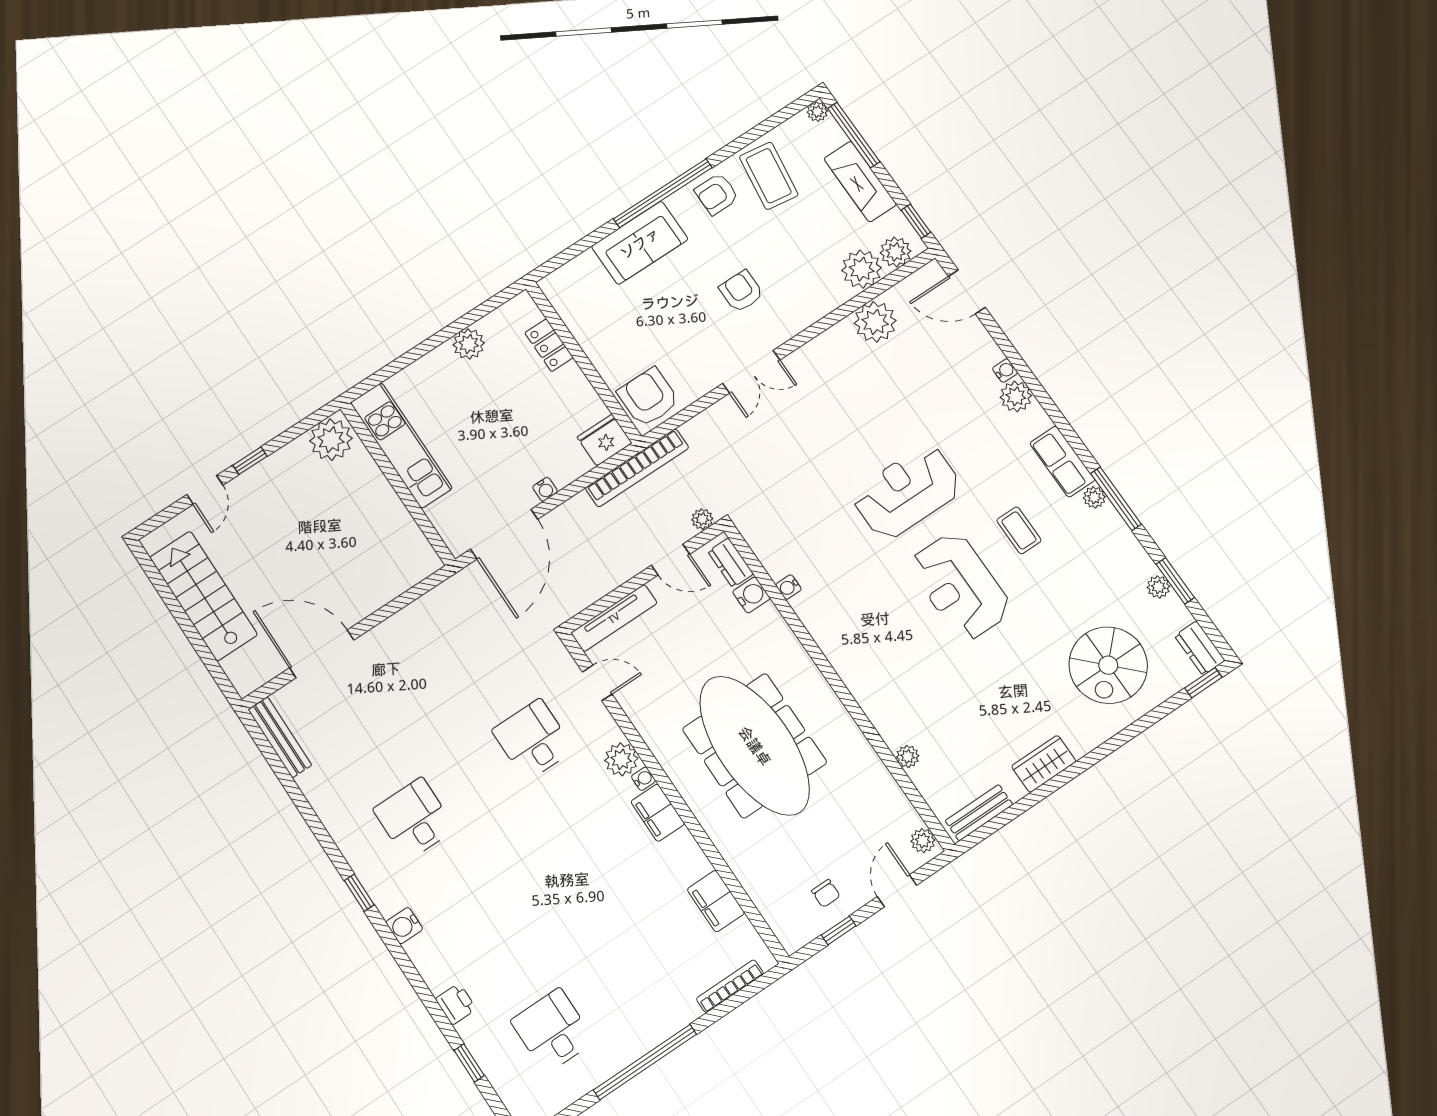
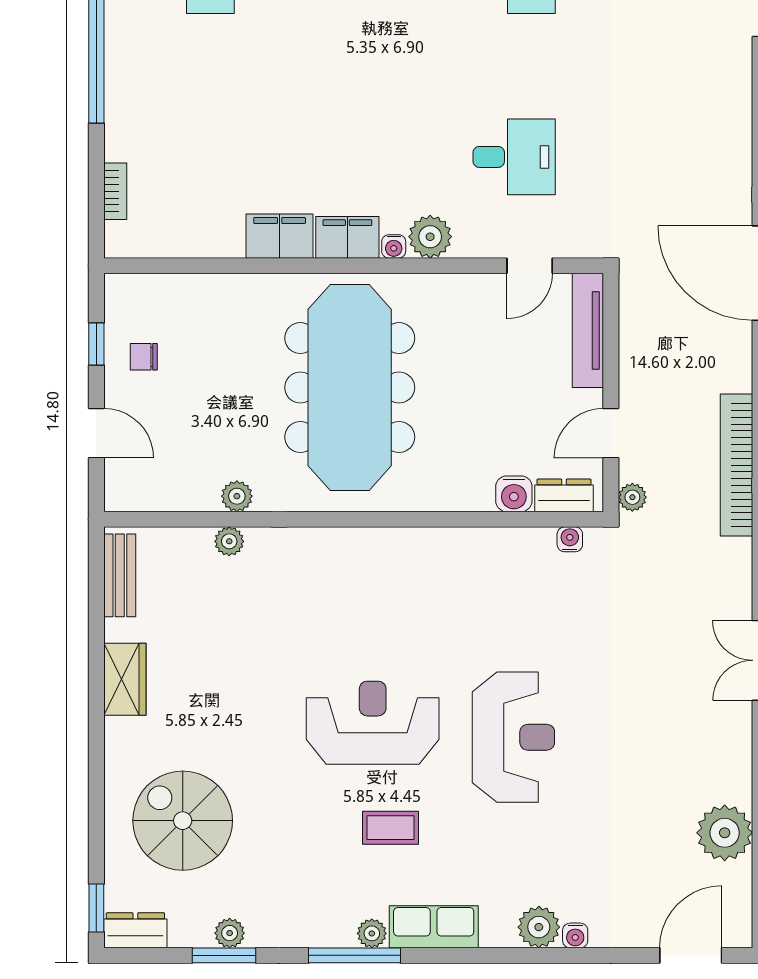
water cooler: (788, 587) -> (570, 539), moved
meeting table: (755, 746) -> (350, 388), turned 90
plant: (923, 841) -> (237, 496), moved
filing cabinet: (716, 901) -> (280, 236), moved
bookcase: (730, 986) -> (115, 191), width x0.64

